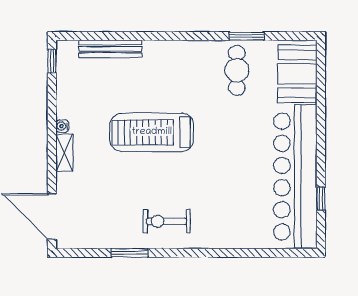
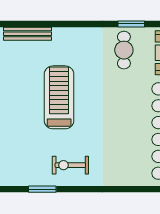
treadmill: (152, 132) -> (59, 97), turned 90

